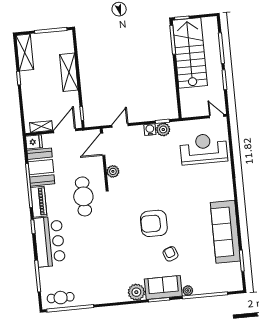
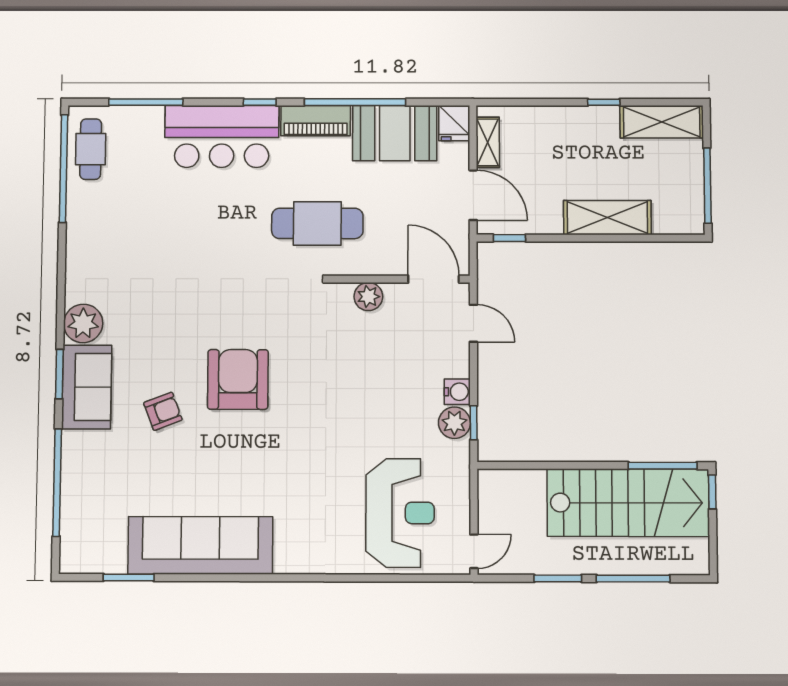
plant: (188, 290) -> (73, 443), removed

